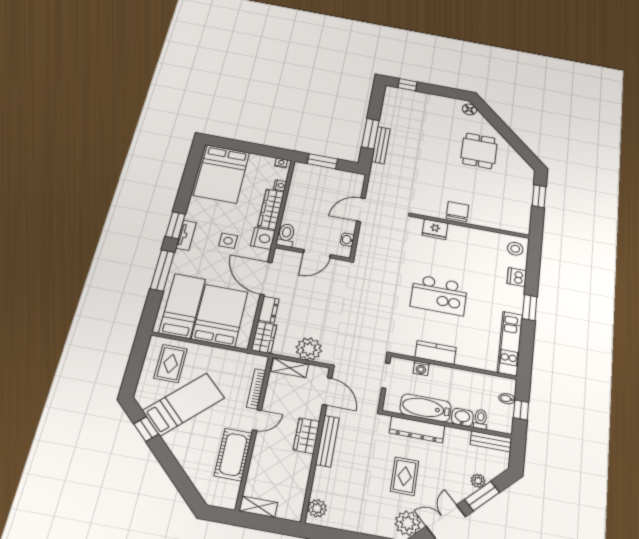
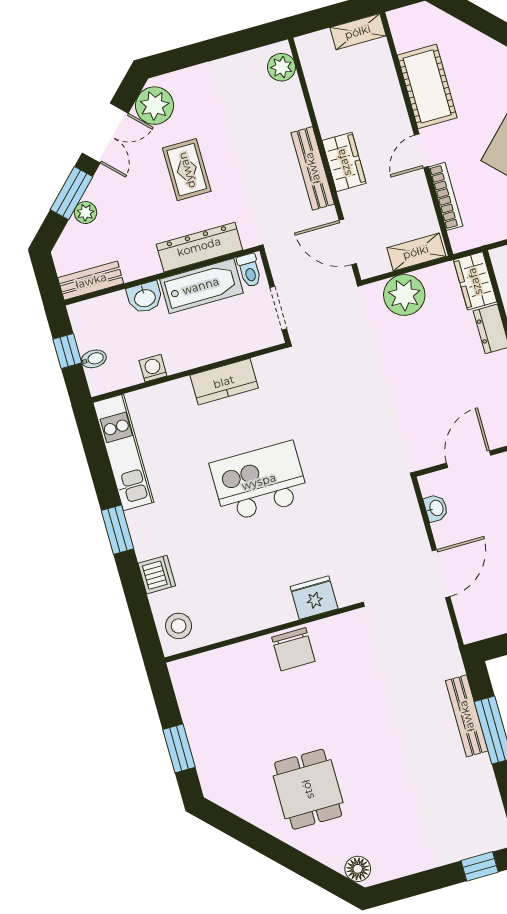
washing machine: (421, 368) -> (153, 368), moved
toilet: (480, 419) -> (249, 270), moved

